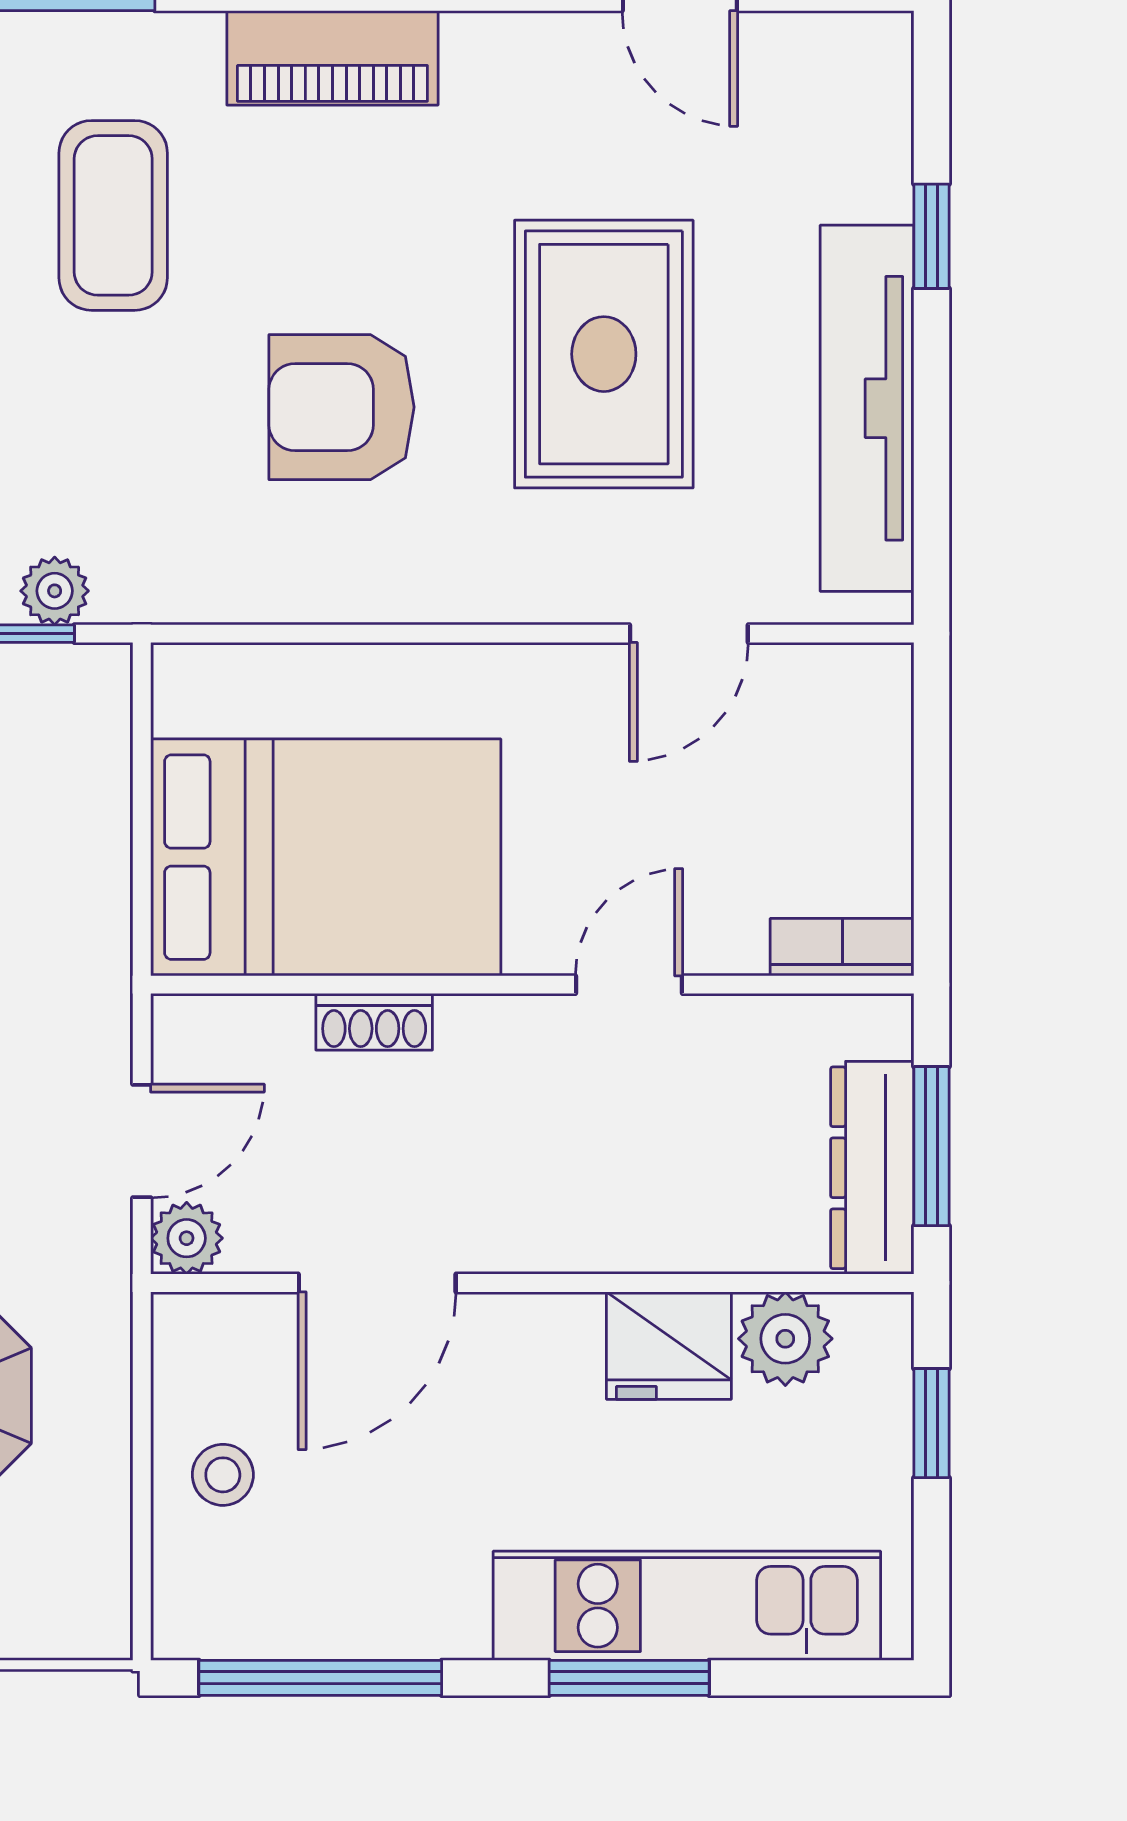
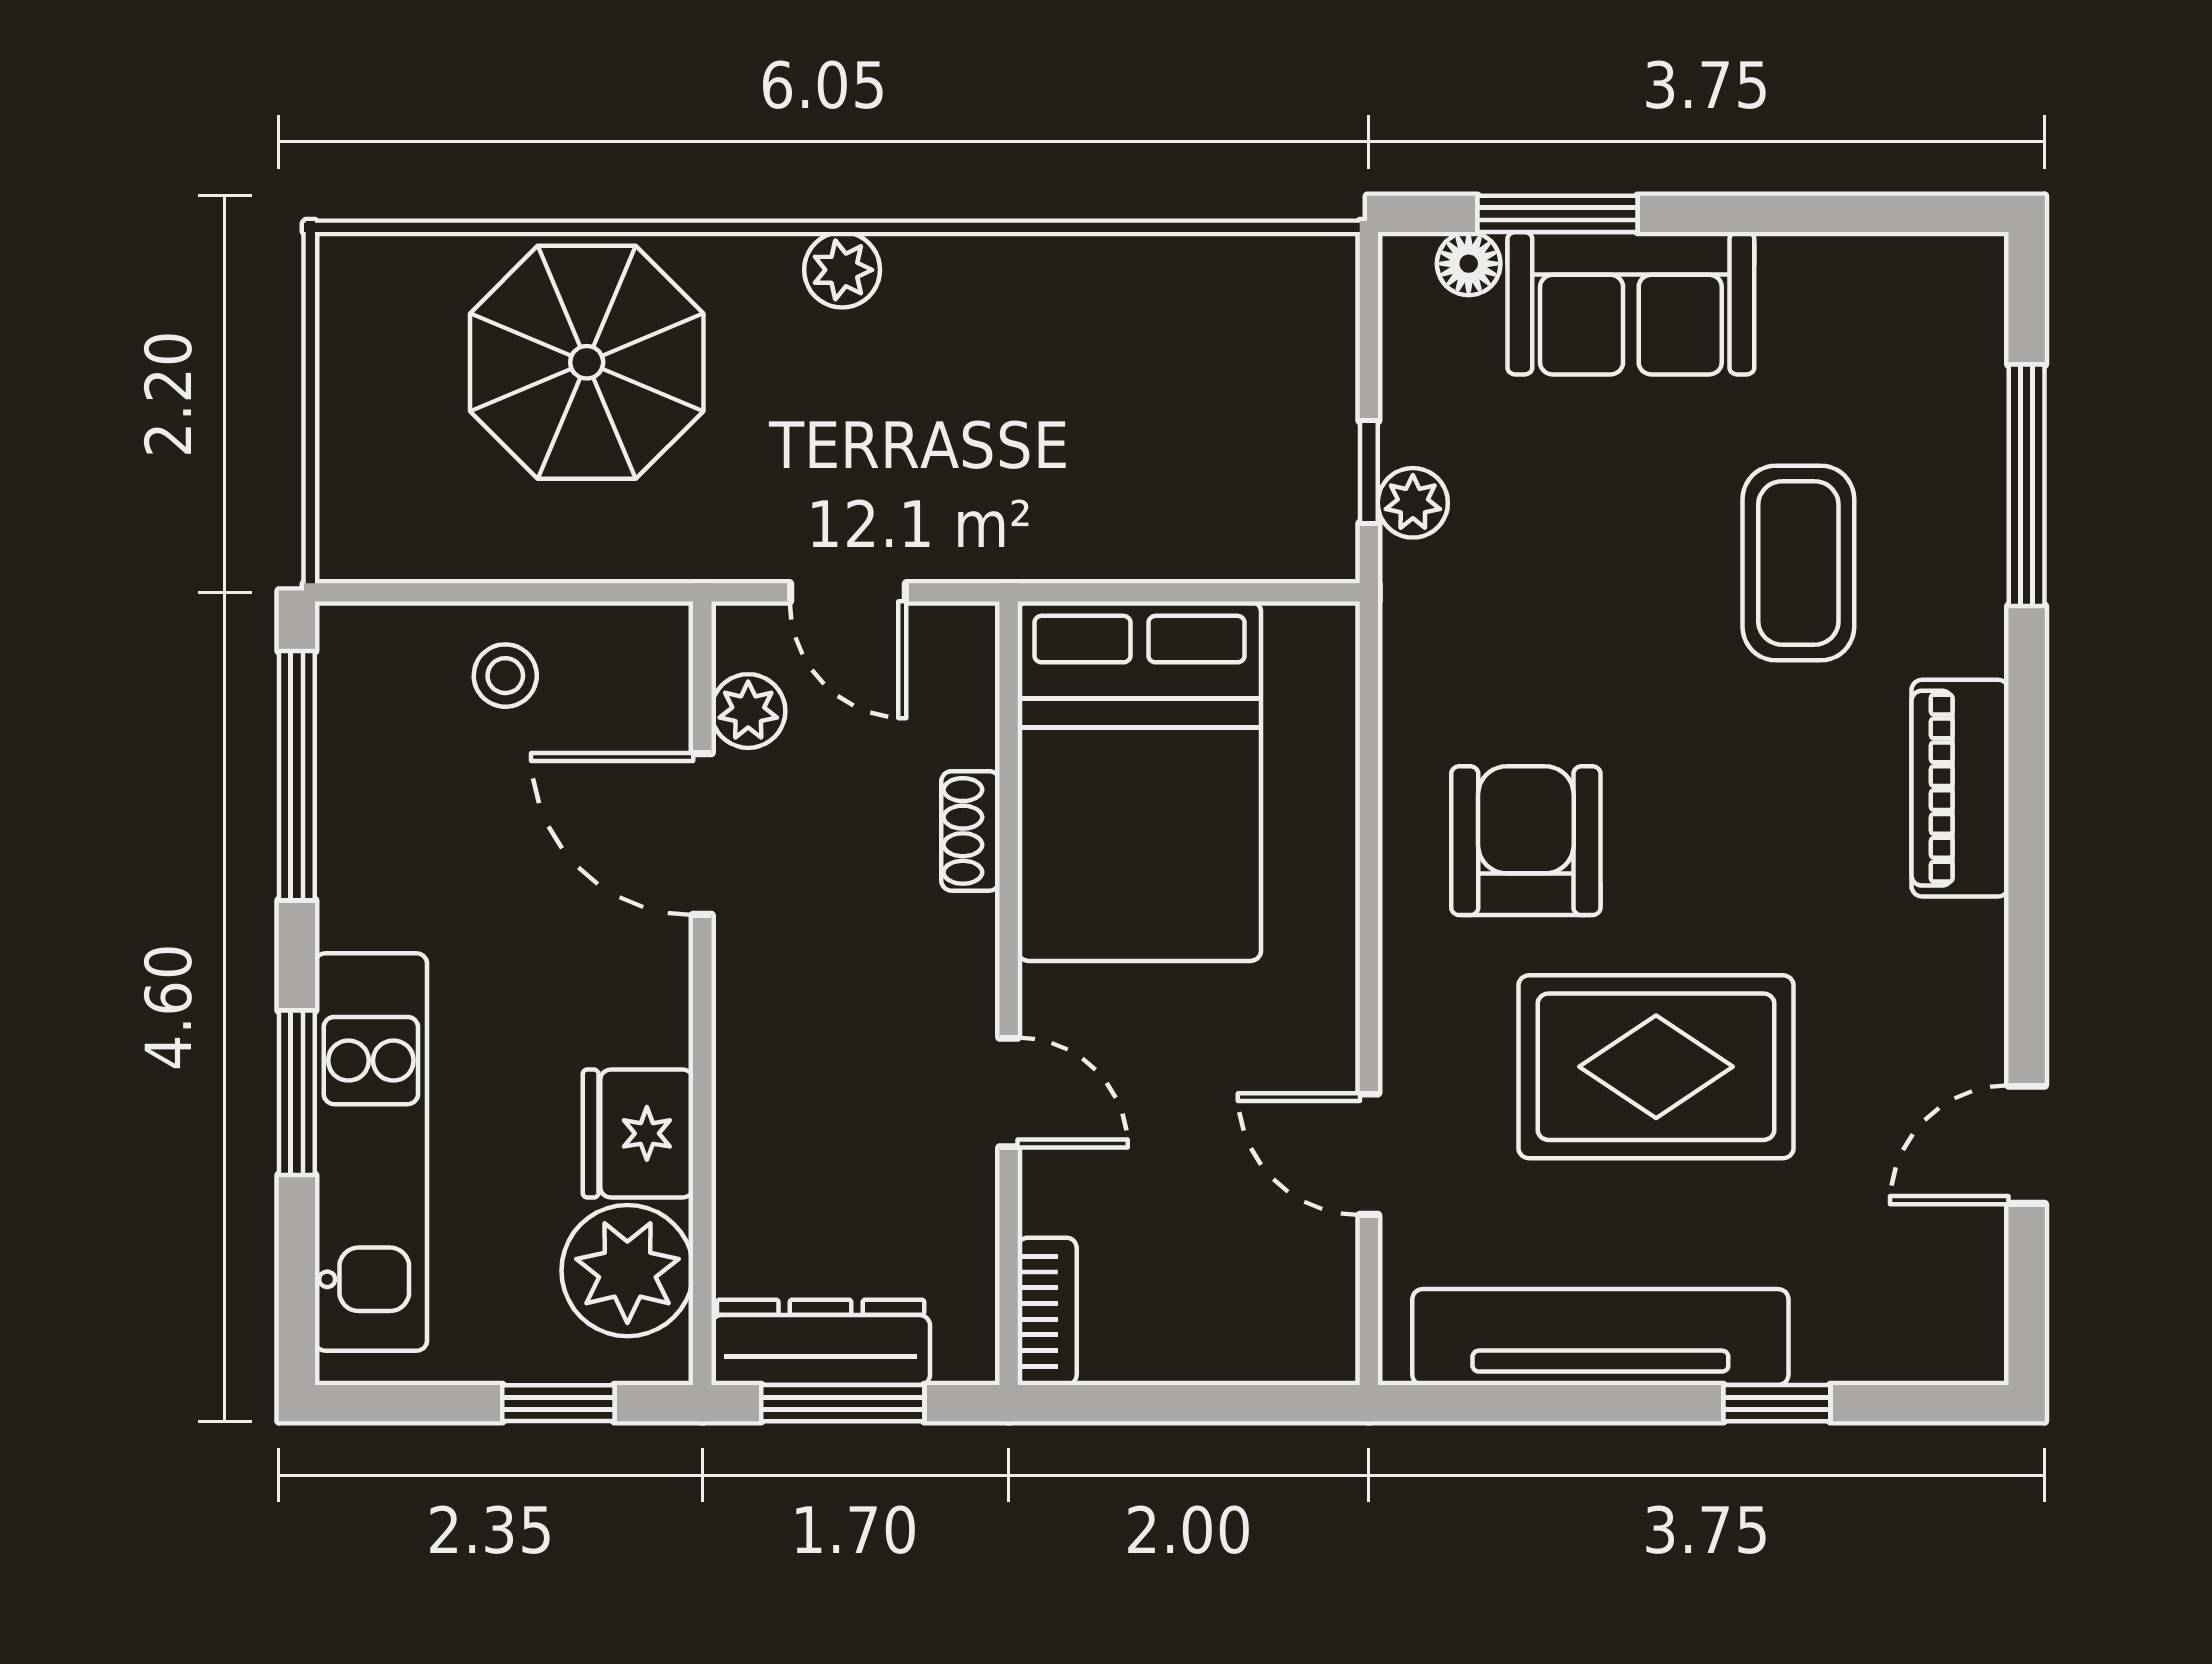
coffee table: (113, 215) -> (1798, 563), turned 90
armchair: (342, 407) -> (1526, 841), moved
plant: (187, 1238) -> (748, 711), moved
plant: (785, 1339) -> (627, 1271), width x1.36, depth x1.36

